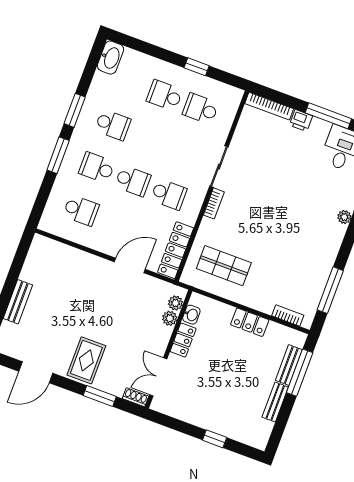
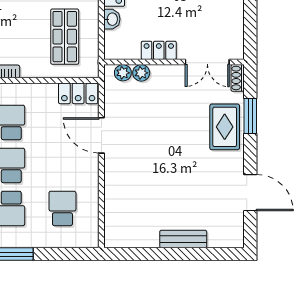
locker: (176, 250) -> (78, 93), width x0.66
washbasin: (191, 315) -> (112, 19), moved, turned 90
rug: (86, 360) -> (225, 127), moved, turned 90

